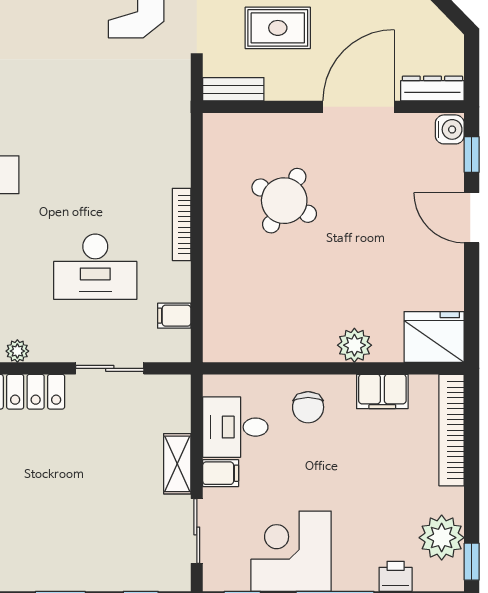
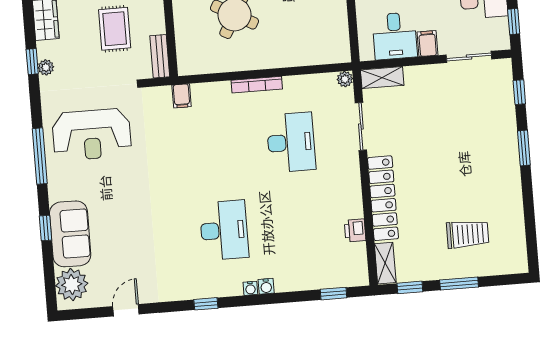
filing cabinet: (174, 316) -> (182, 96), moved
plant: (17, 351) -> (345, 79), moved
shelving: (177, 464) -> (382, 78), moved

